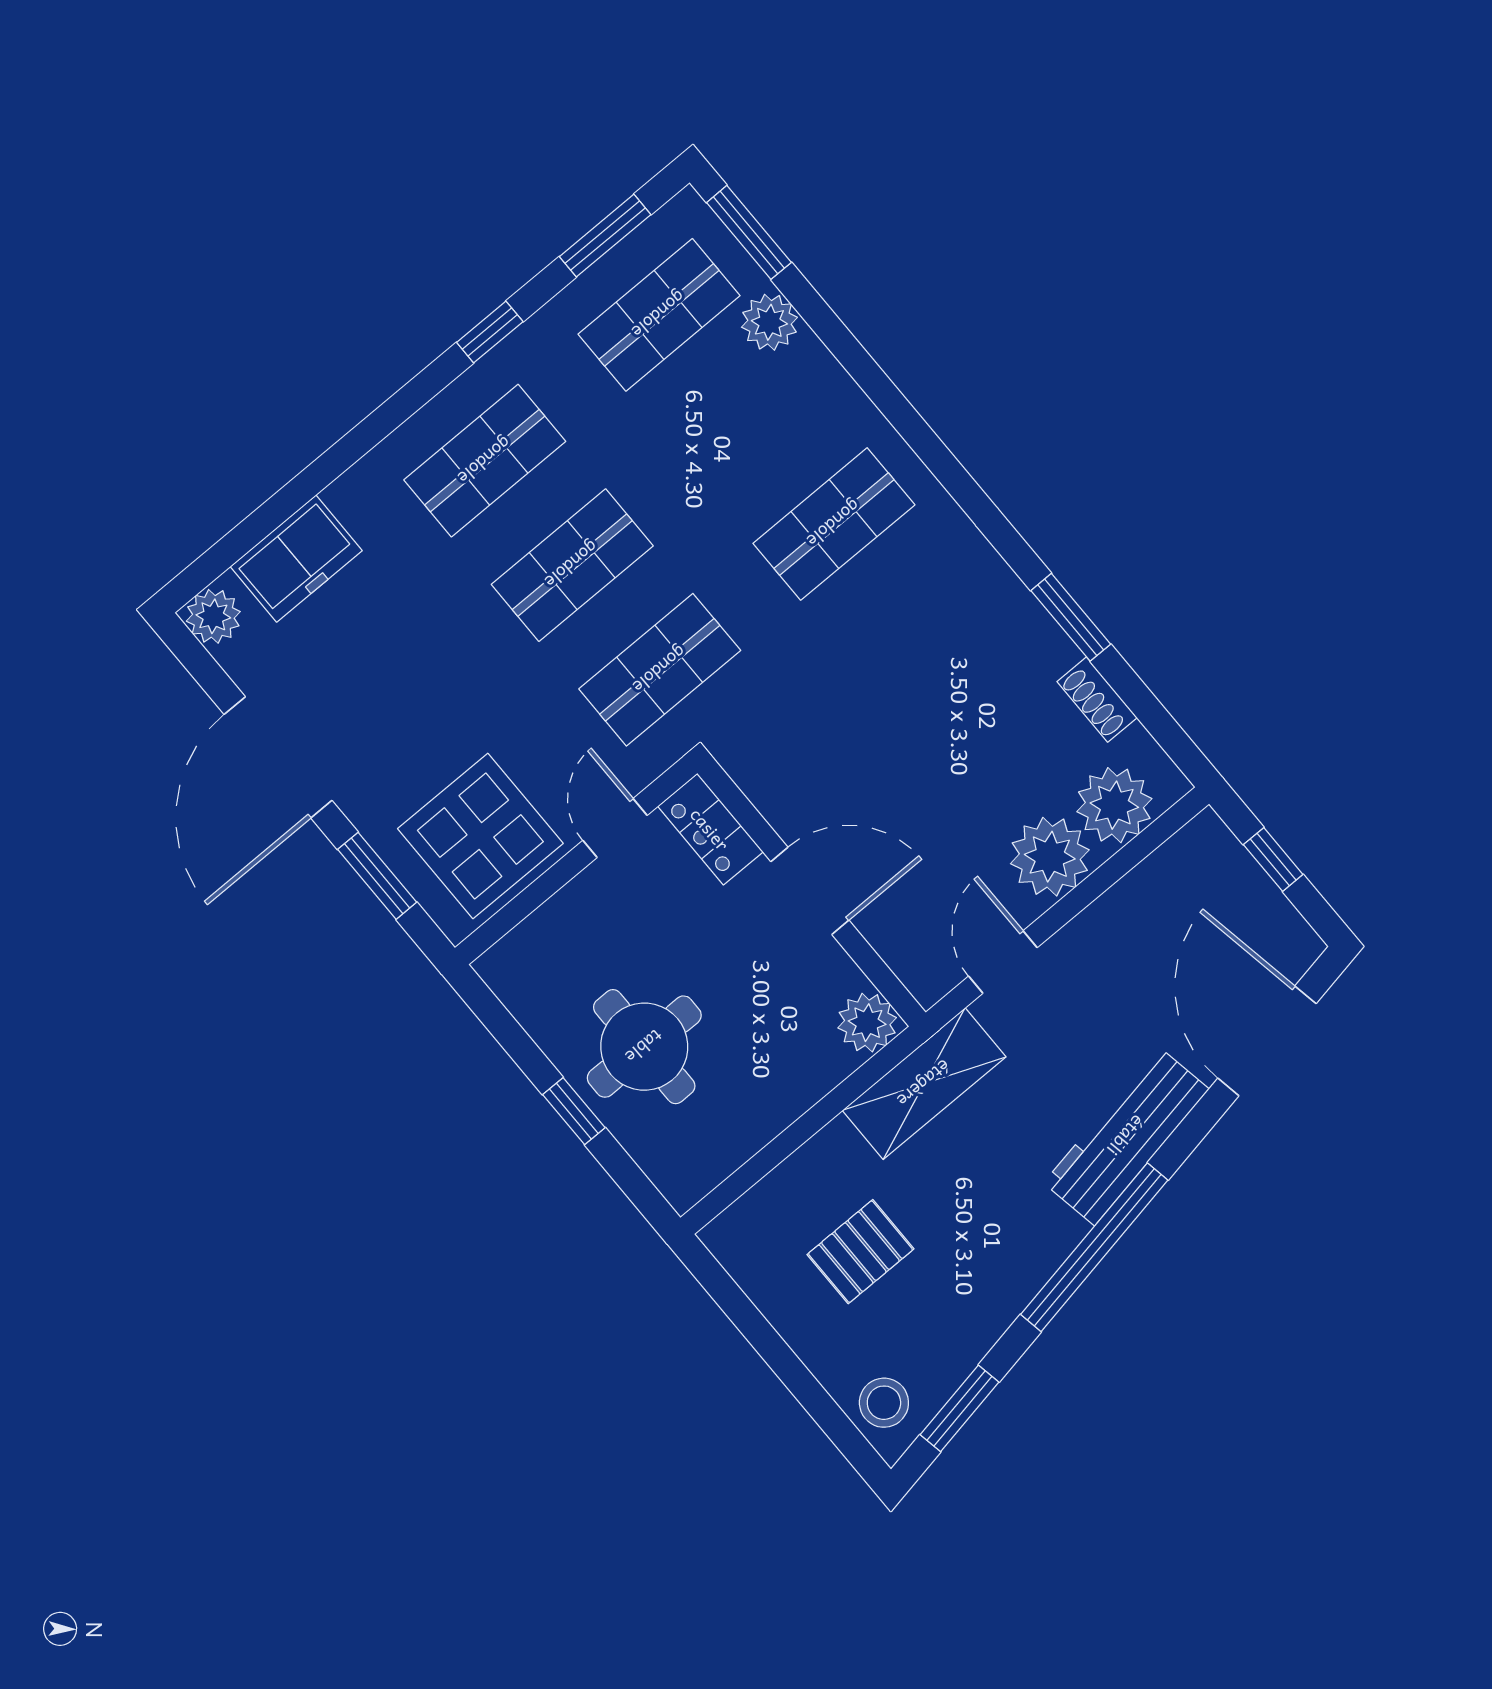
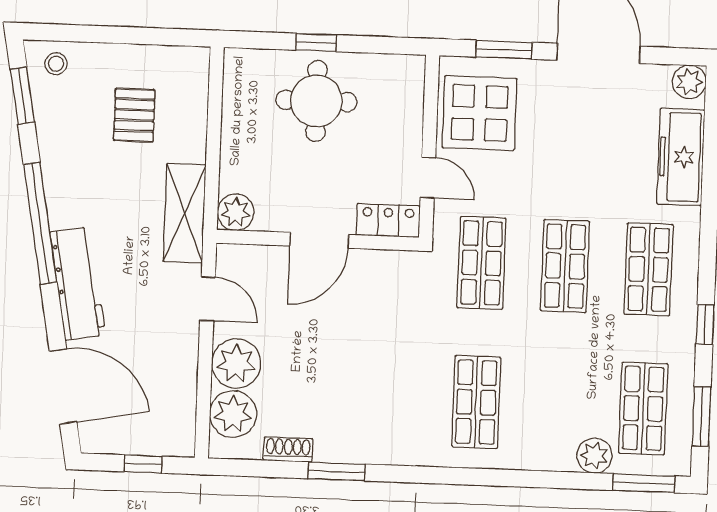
freezer: (296, 559) -> (681, 157), width x1.40
stool: (884, 1403) -> (56, 64), width x0.73, depth x0.73

